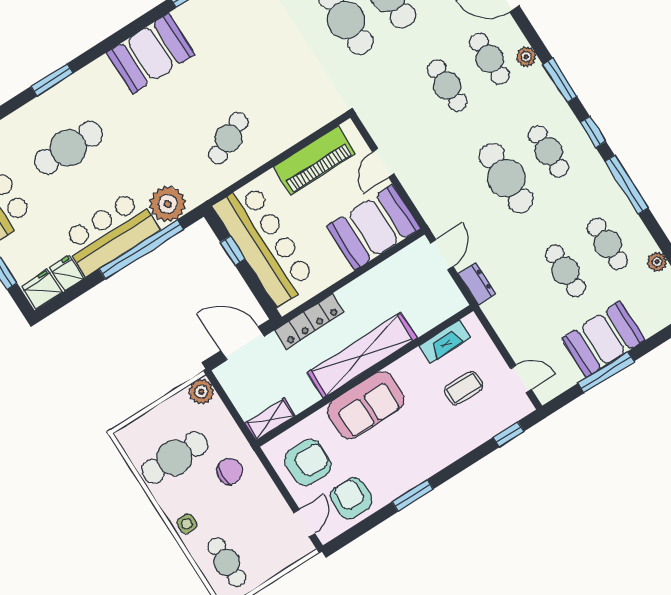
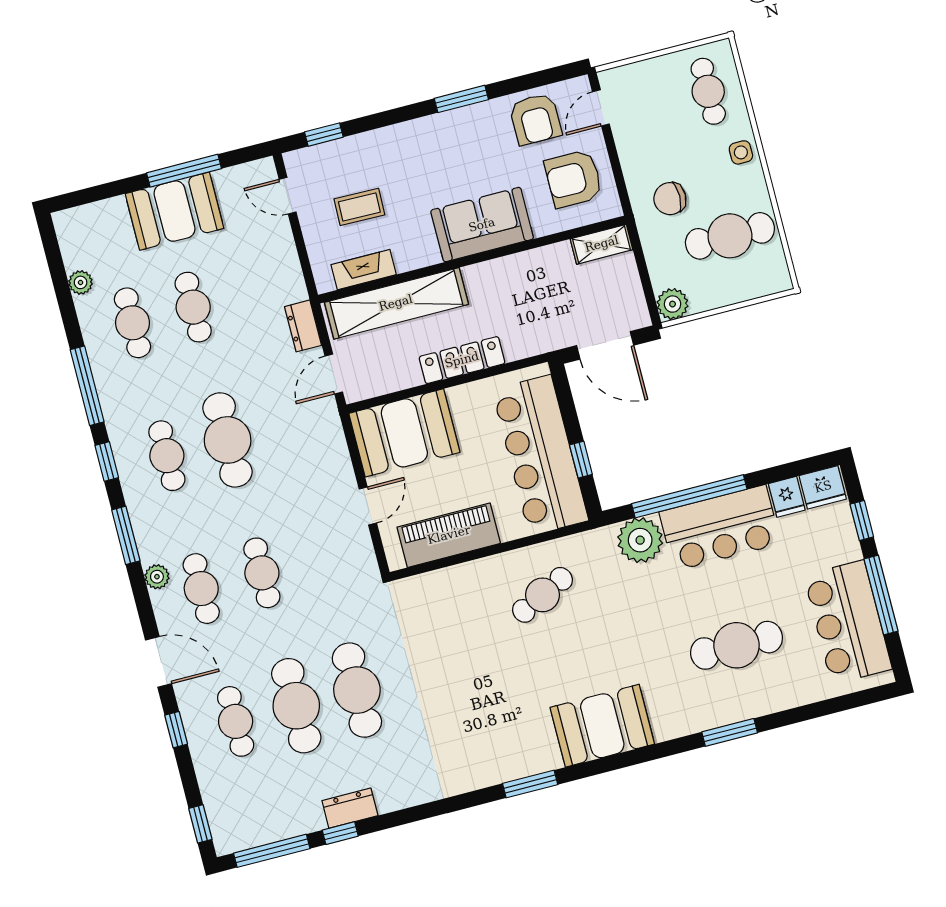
locker: (309, 321) -> (462, 360), moved
shelving: (362, 355) -> (396, 303), moved

